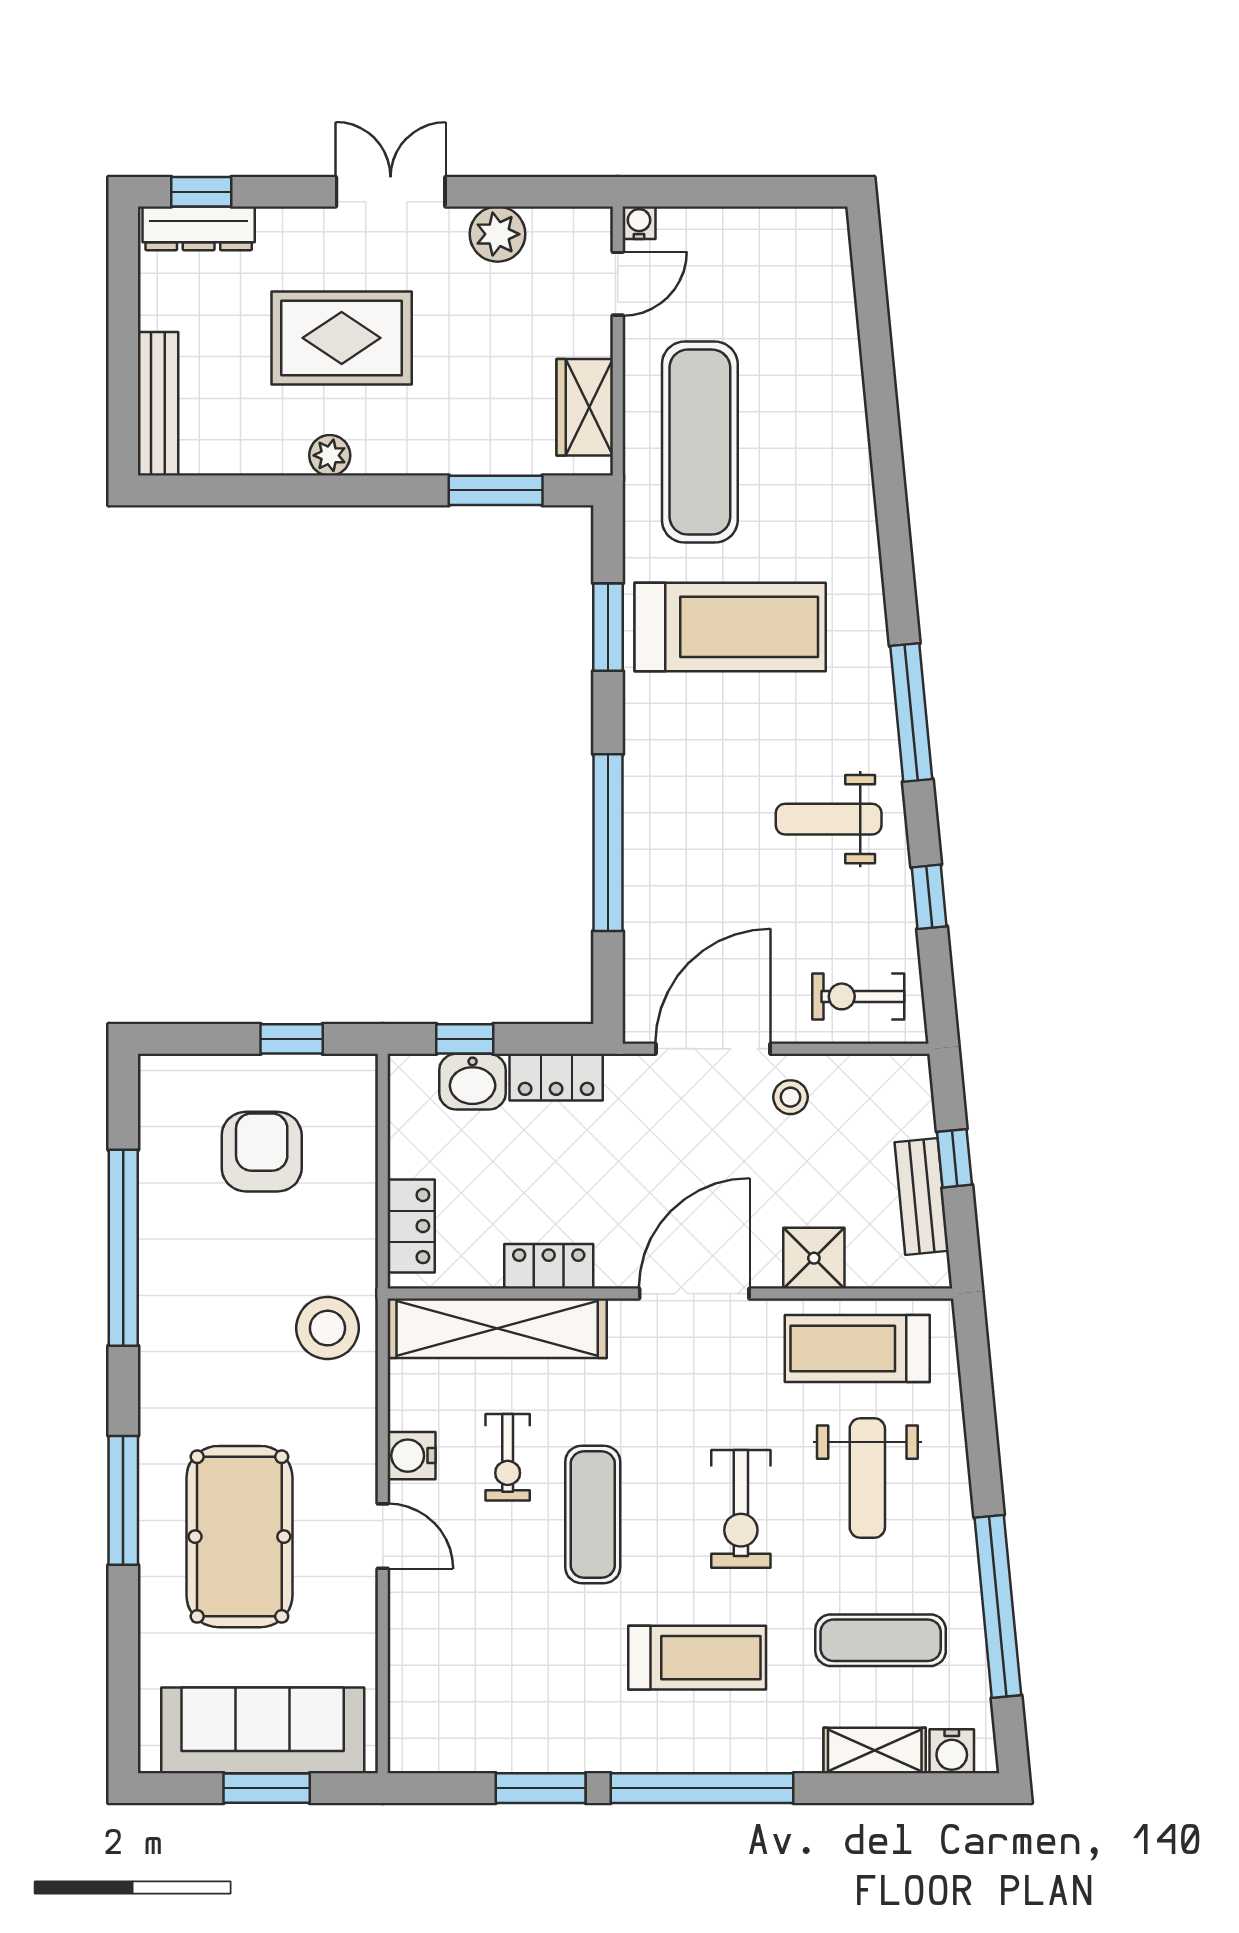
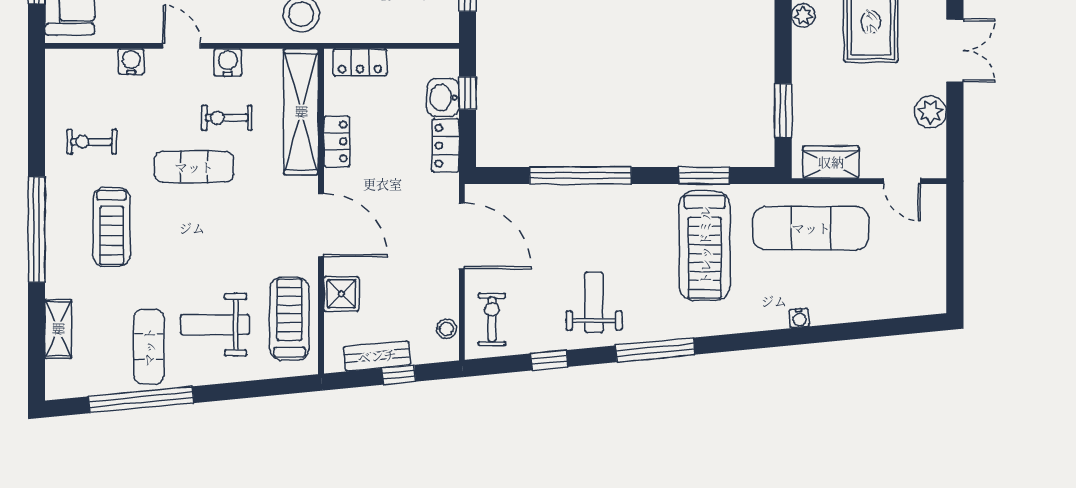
water cooler: (639, 223) -> (799, 318), moved, turned 84
stool: (790, 1097) -> (446, 329), moved
exercise bike: (741, 1509) -> (92, 142), moved, width x0.73, depth x0.72
door: (383, 1536) -> (182, 46), swing flipped
exercise mat: (881, 1640) -> (149, 347), moved
water cooler: (952, 1751) -> (131, 61), moved, turned 90
window: (541, 1788) -> (37, 137), removed

